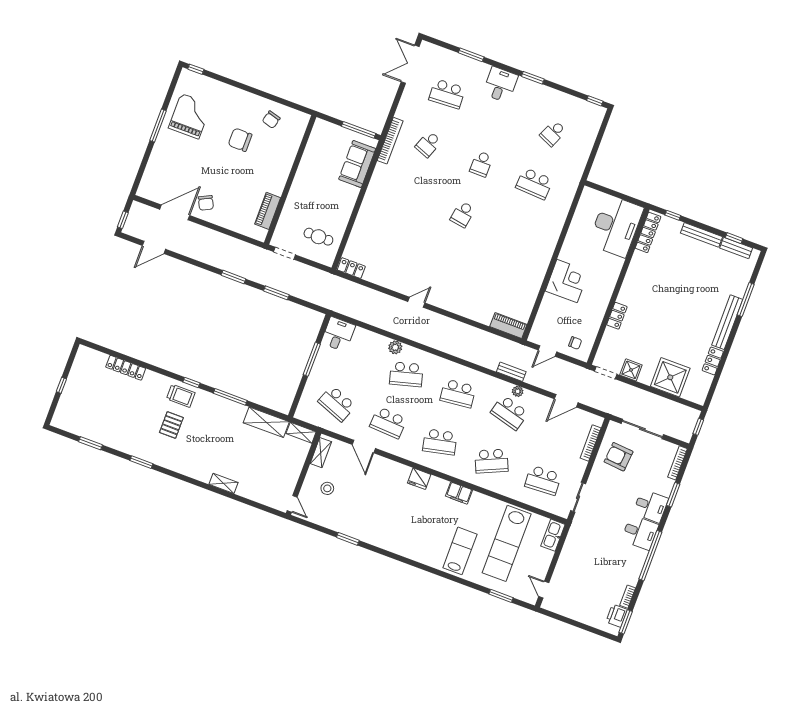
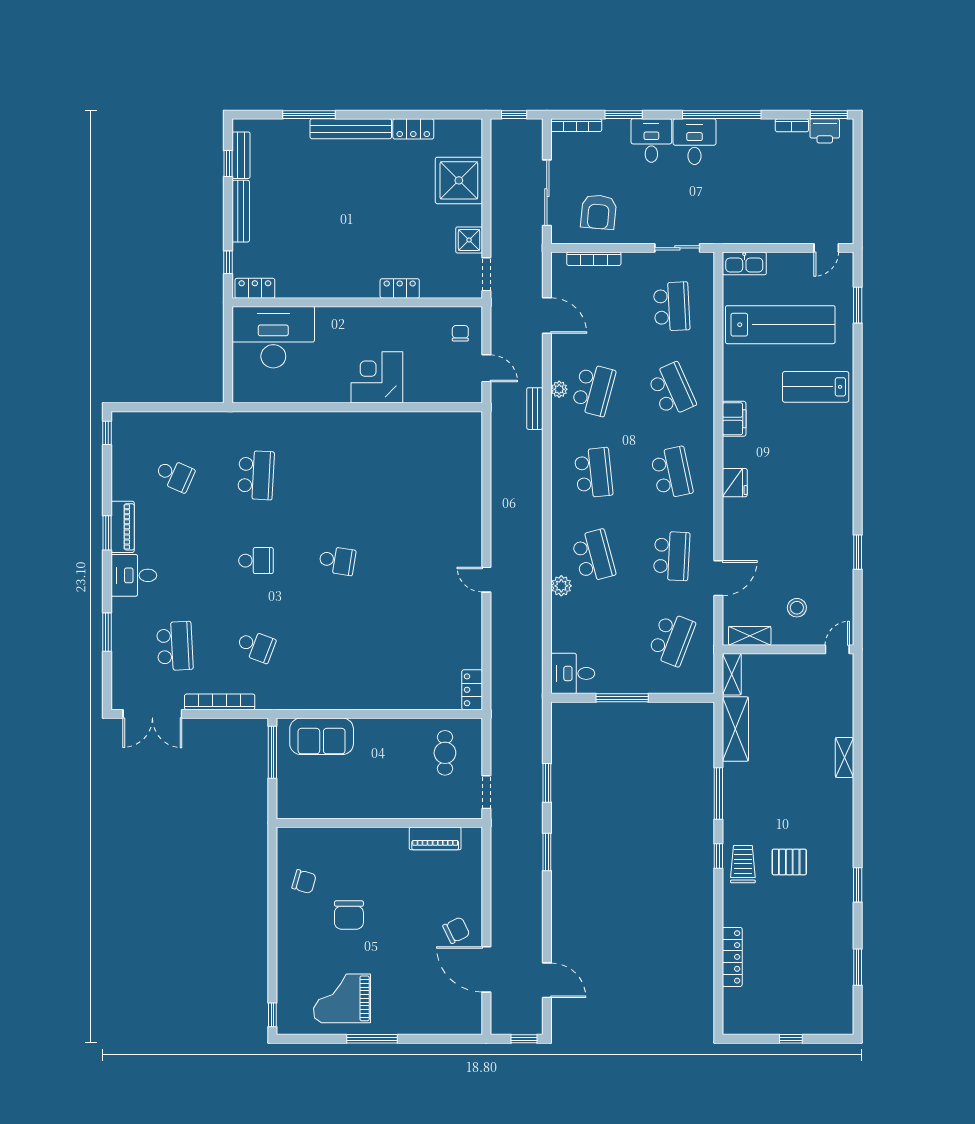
bookcase: (390, 141) -> (220, 702), moved
locker: (648, 232) -> (255, 288), width x0.66
piano: (508, 325) -> (123, 527), moved, turned 180

